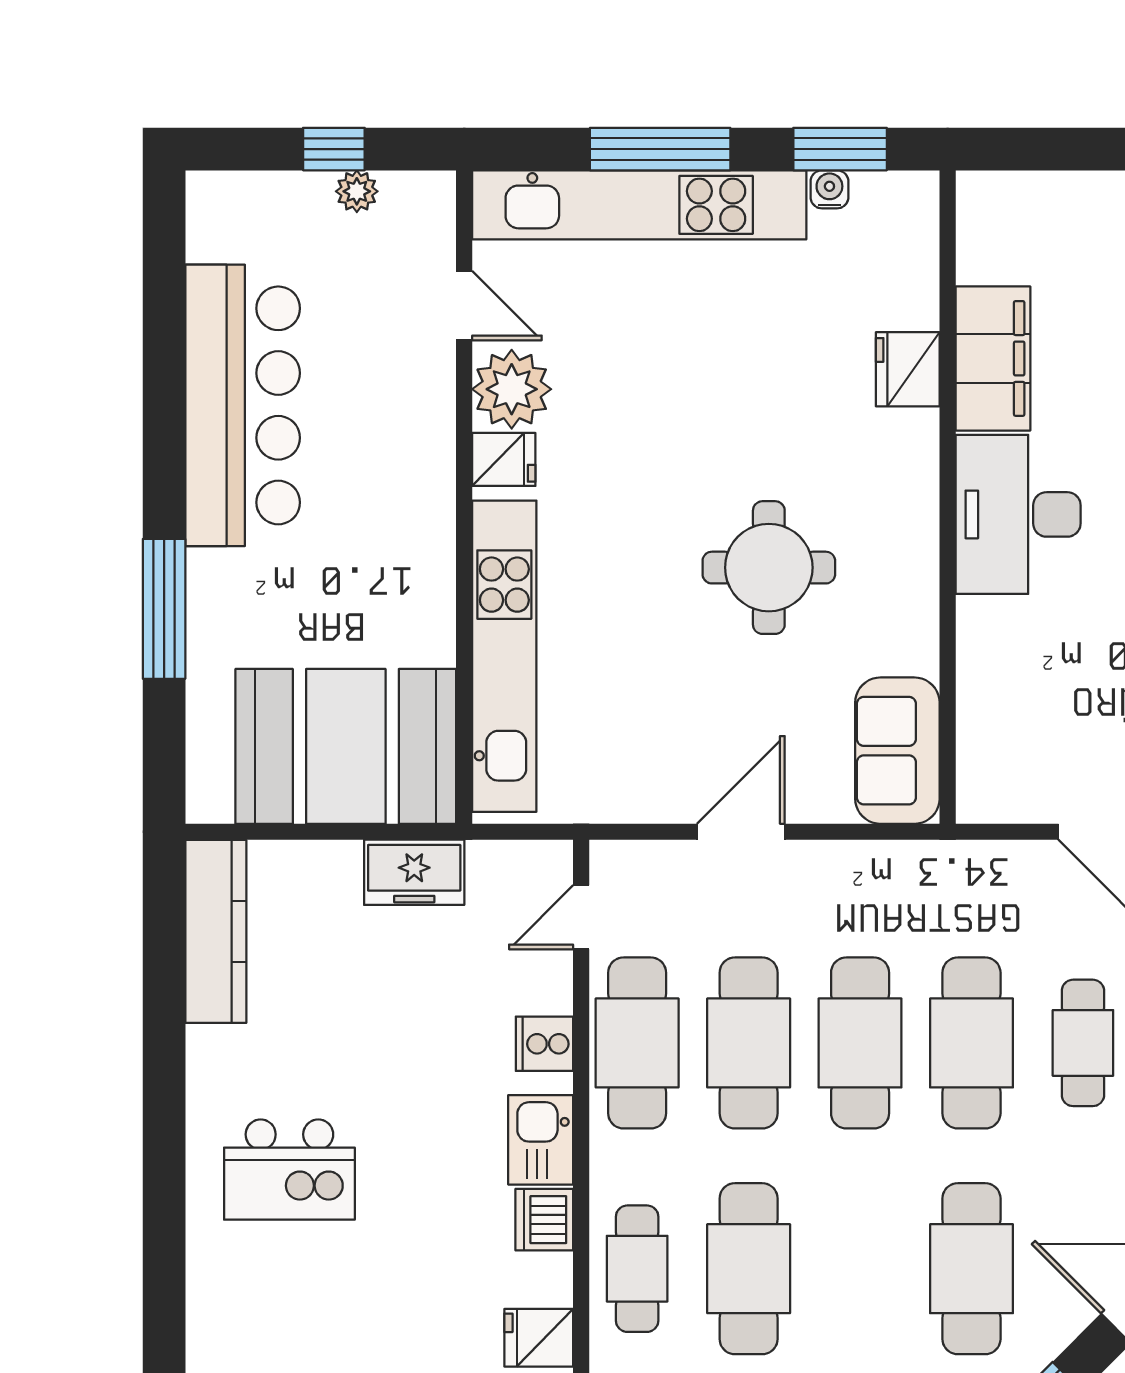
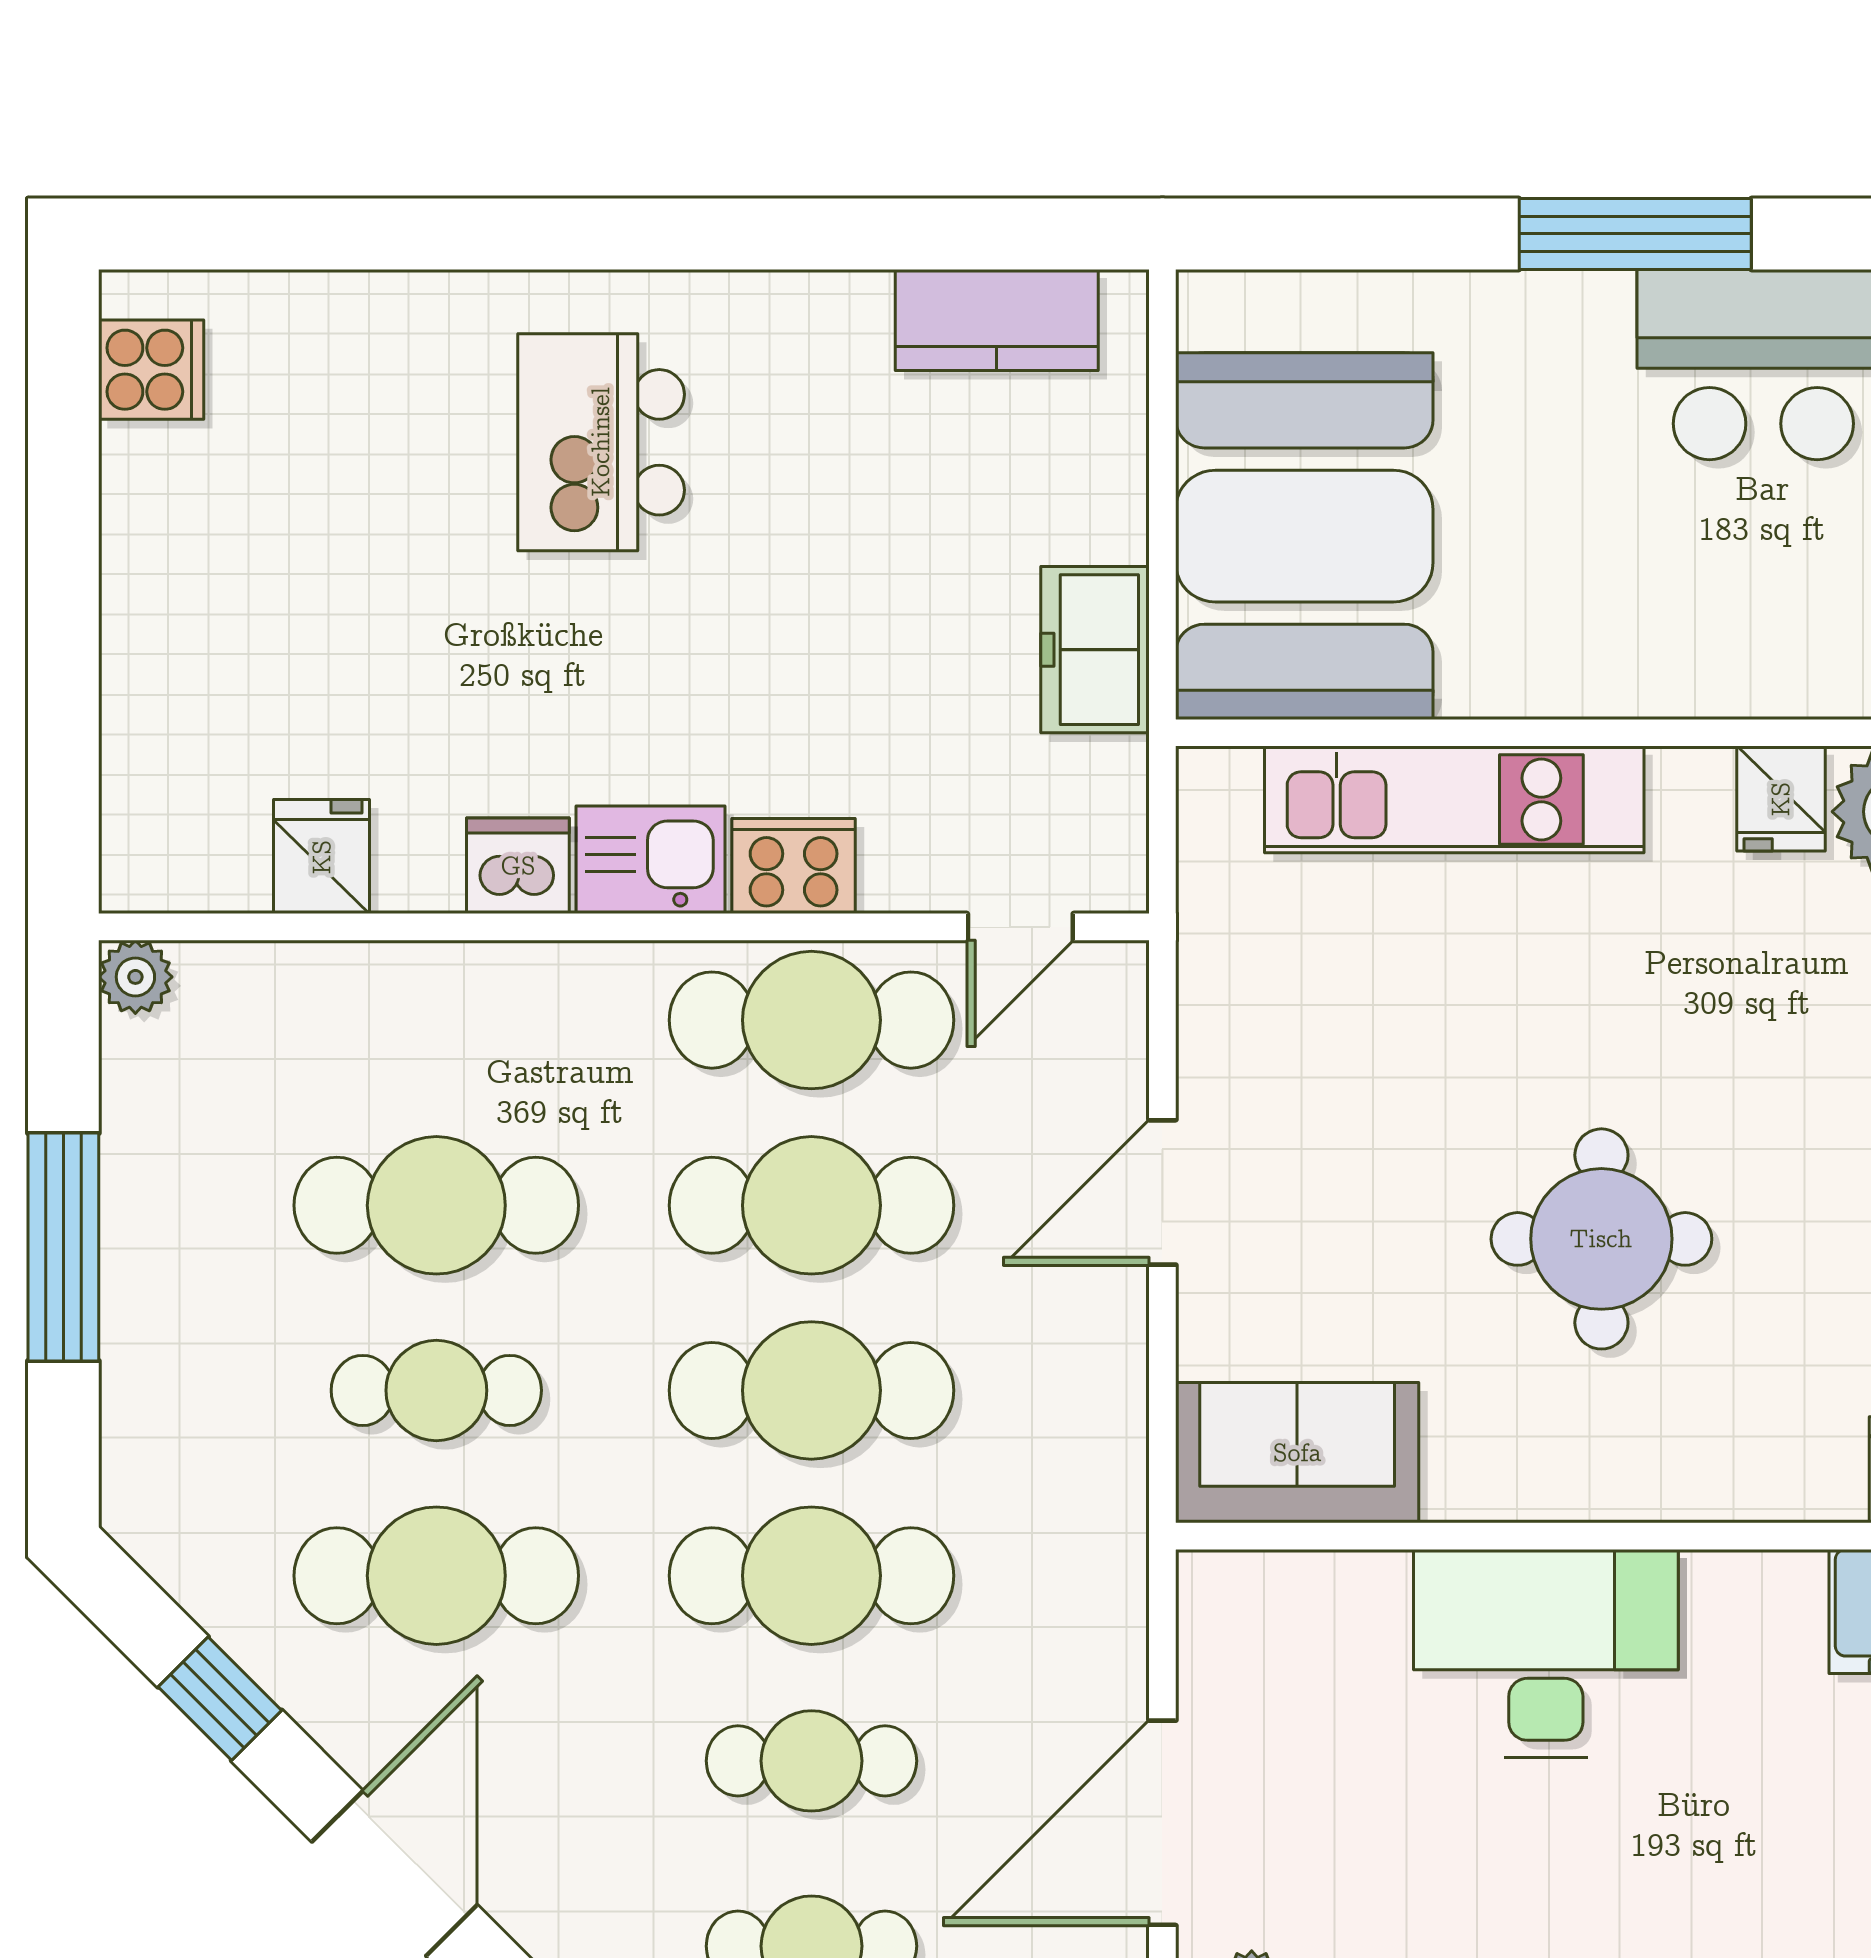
desk: (1018, 514) -> (1546, 1653), moved
window: (164, 609) -> (1635, 234), moved
kitchen unit: (504, 656) -> (1454, 799), width x0.73
door: (741, 832) -> (1162, 1192), swing flipped
door: (581, 917) -> (1020, 927), swing flipped
kitchen counter: (216, 931) -> (997, 320), width x0.67
cooker: (544, 1044) -> (794, 866), width x1.36
cafe table: (637, 1269) -> (436, 1390), moved

